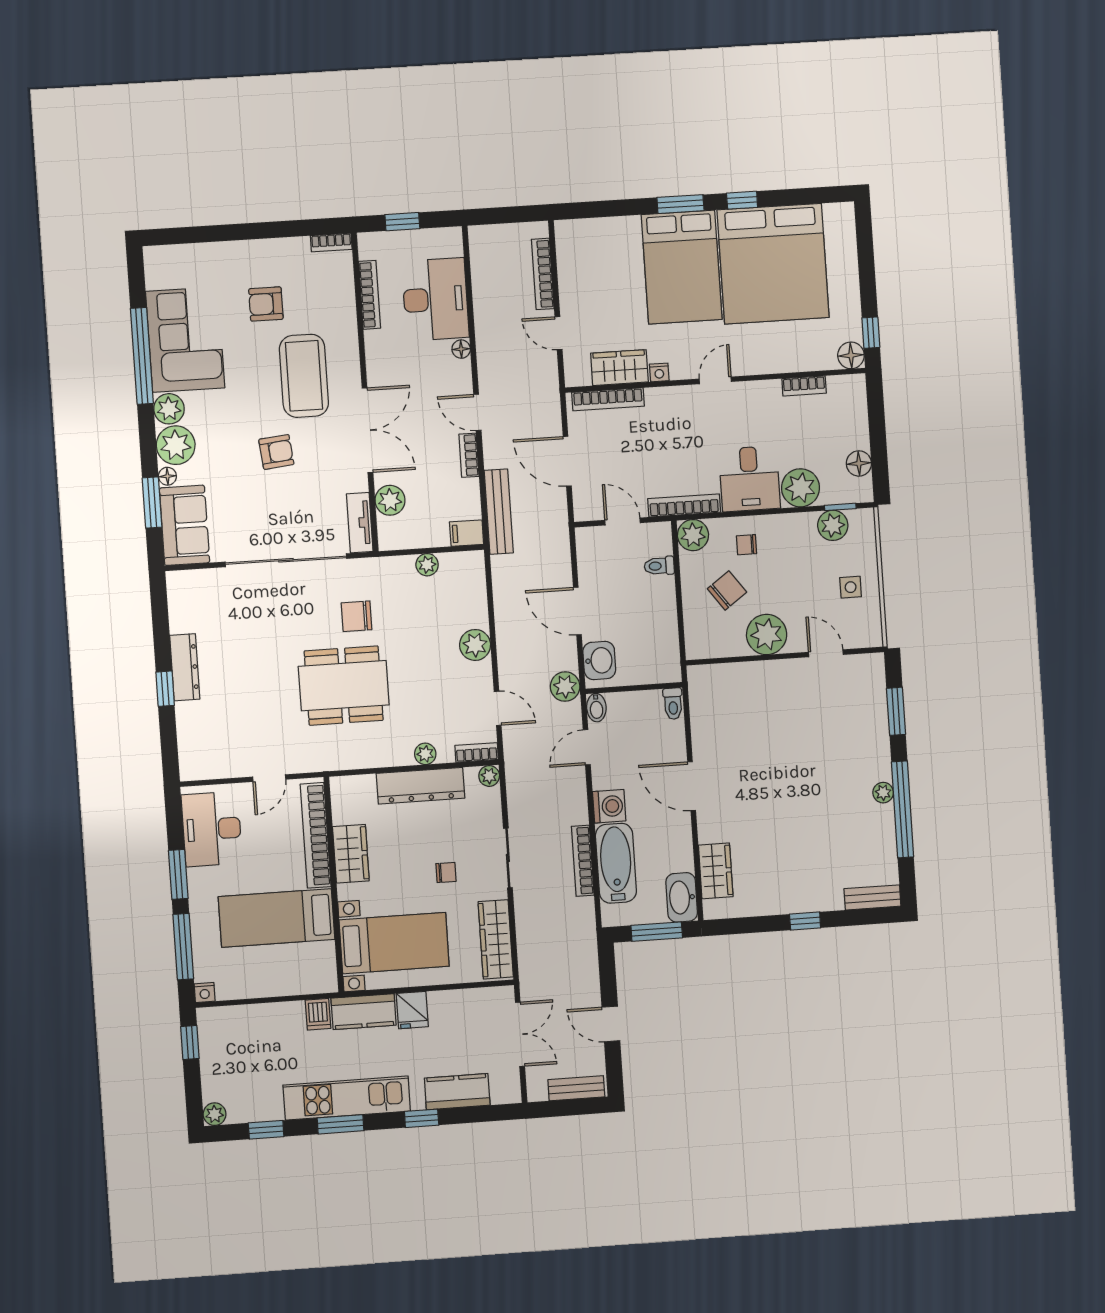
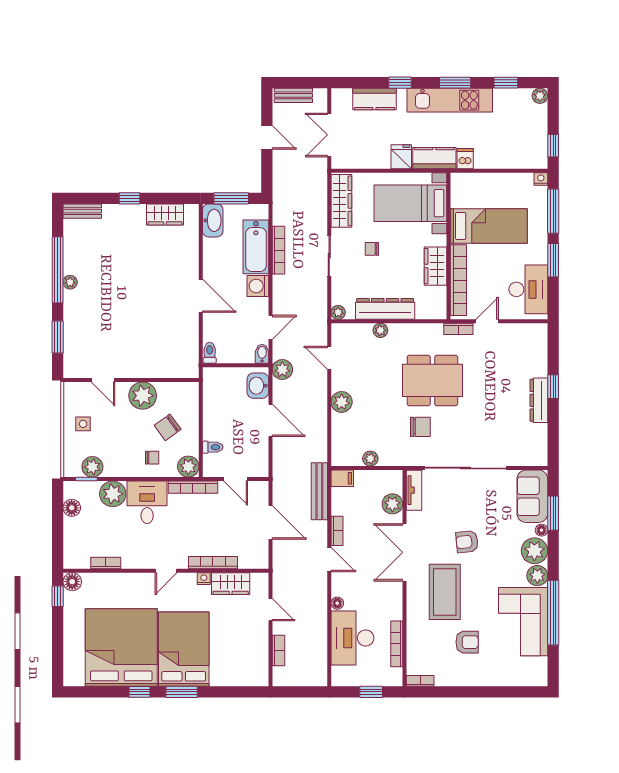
bookcase: (543, 274) -> (278, 650), width x0.64
bookcase: (608, 399) -> (213, 563), moved
bookcase: (477, 752) -> (458, 329), moved
wardrobe: (716, 871) -> (165, 214), moved, turned -90

